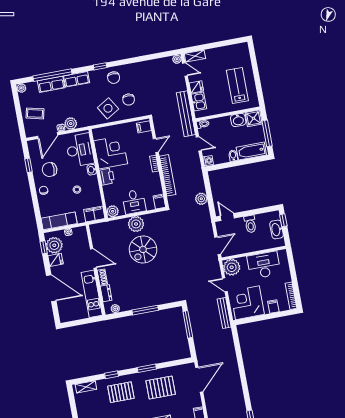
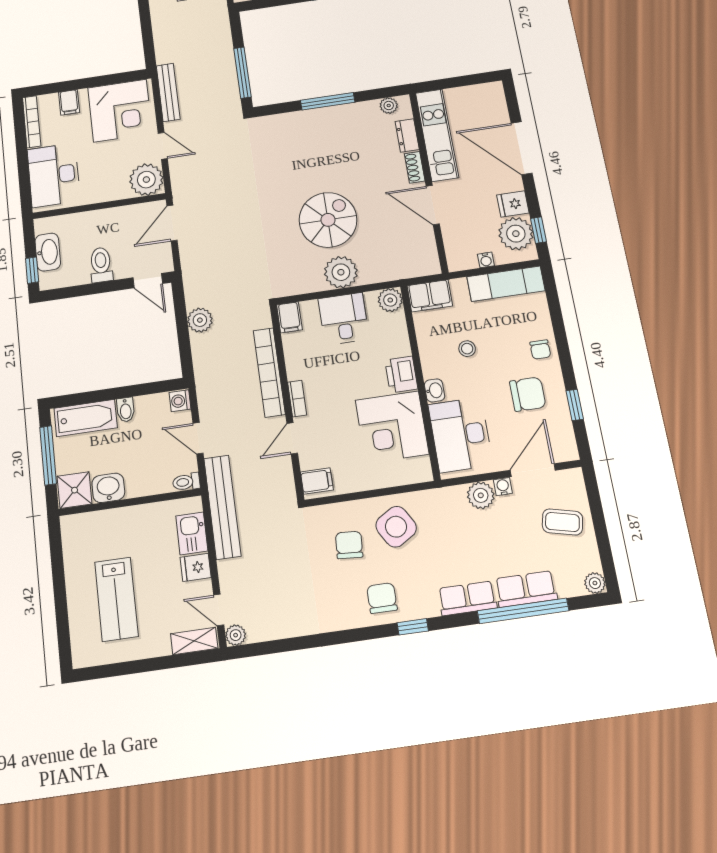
lab bench: (237, 85) -> (116, 599), moved
desk: (264, 265) -> (54, 175), moved, turned 90

